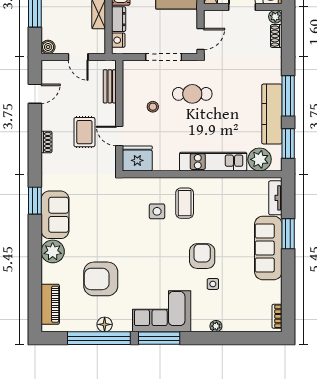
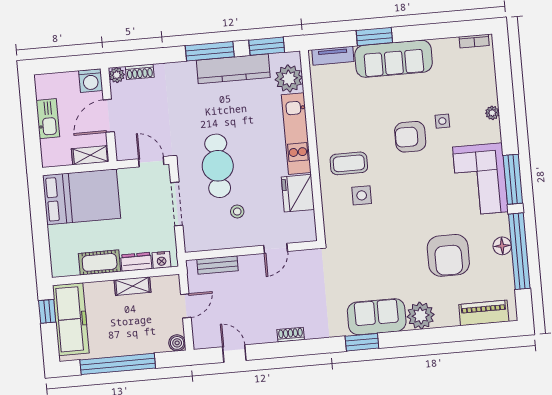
cafe table: (192, 94) -> (218, 166), width x1.37, depth x1.35
rug: (84, 132) -> (275, 290), removed
fridge: (137, 158) -> (298, 193), moved

